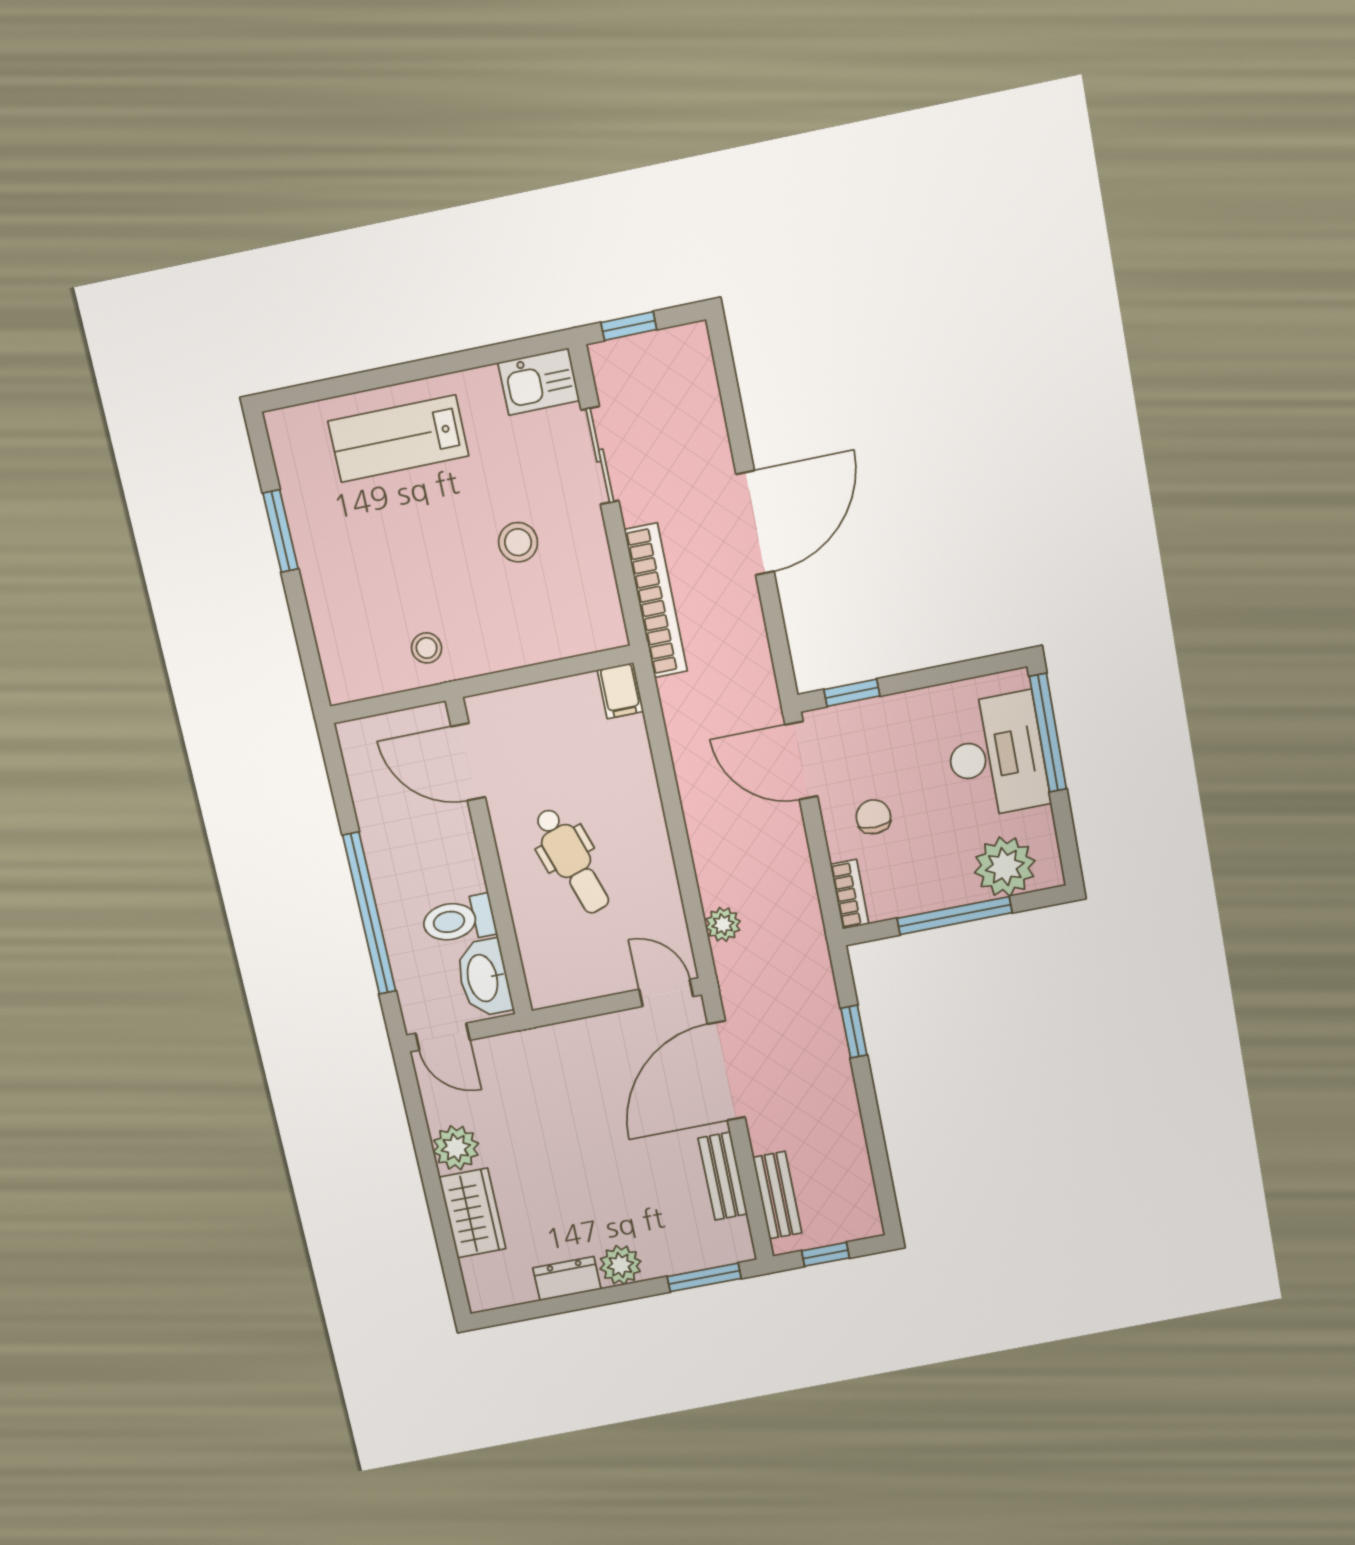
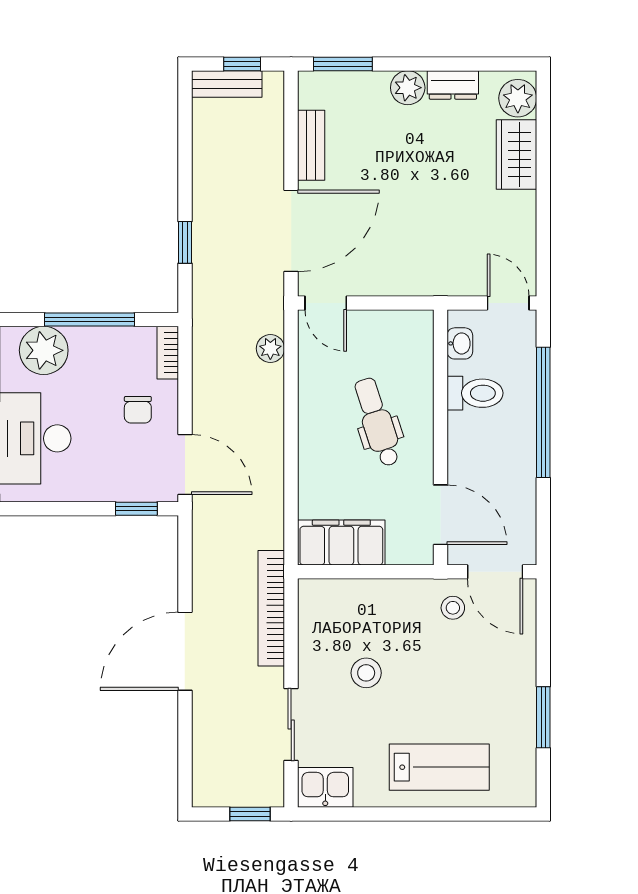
filing cabinet: (620, 691) -> (341, 542), width x3.00, depth x1.17
door: (384, 704) -> (495, 572), added
washbasin: (484, 978) -> (460, 343), width x0.52, depth x0.69
plant: (456, 1148) -> (518, 98), moved
bench: (777, 1195) -> (227, 84), moved, turned 90

